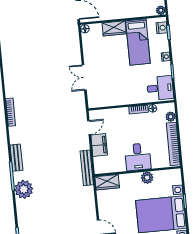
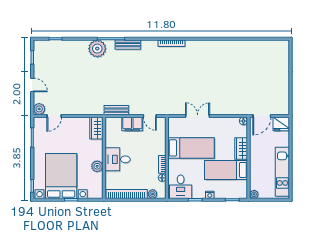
nightstand: (162, 28) -> (237, 194), removed
bed: (118, 81) -> (191, 148), added
bench: (87, 168) -> (116, 110), width x0.73

